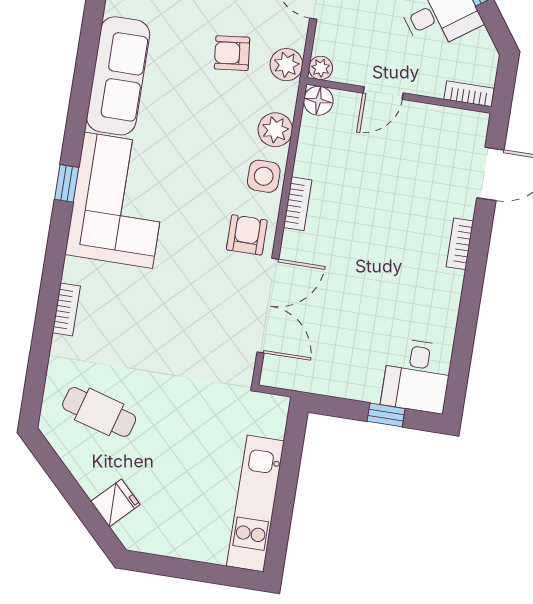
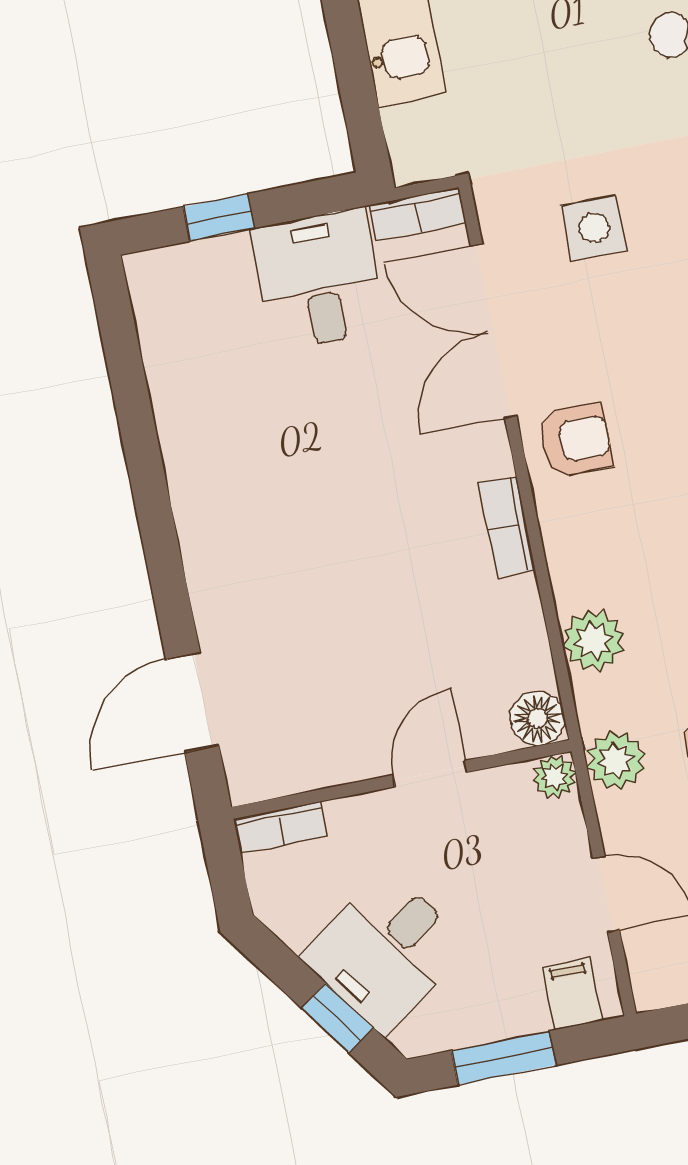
side table: (264, 176) -> (594, 228), moved
armchair: (247, 235) -> (575, 440), turned -90
bookcase: (460, 244) -> (418, 214), moved, turned 90
desk: (417, 376) -> (319, 279), moved

